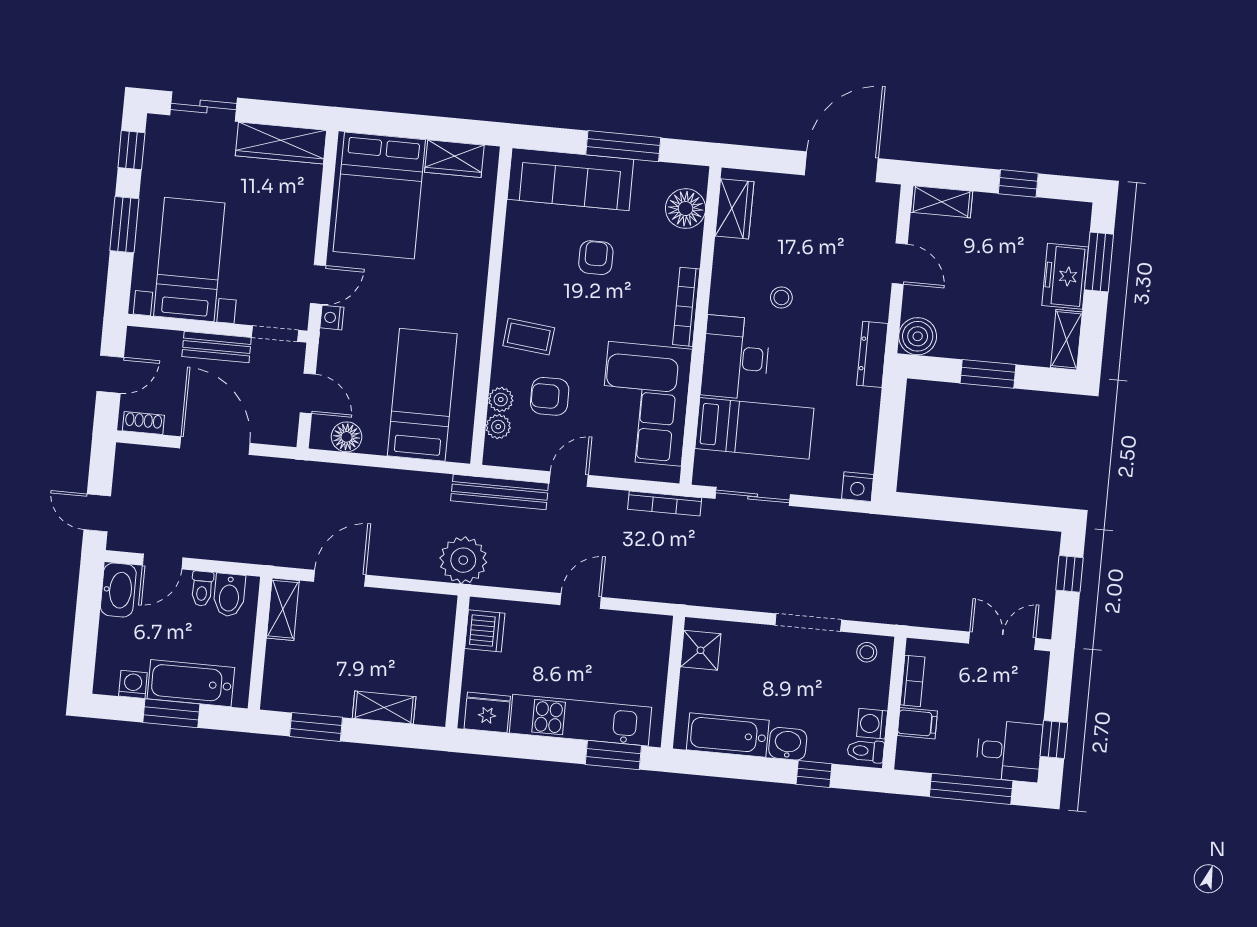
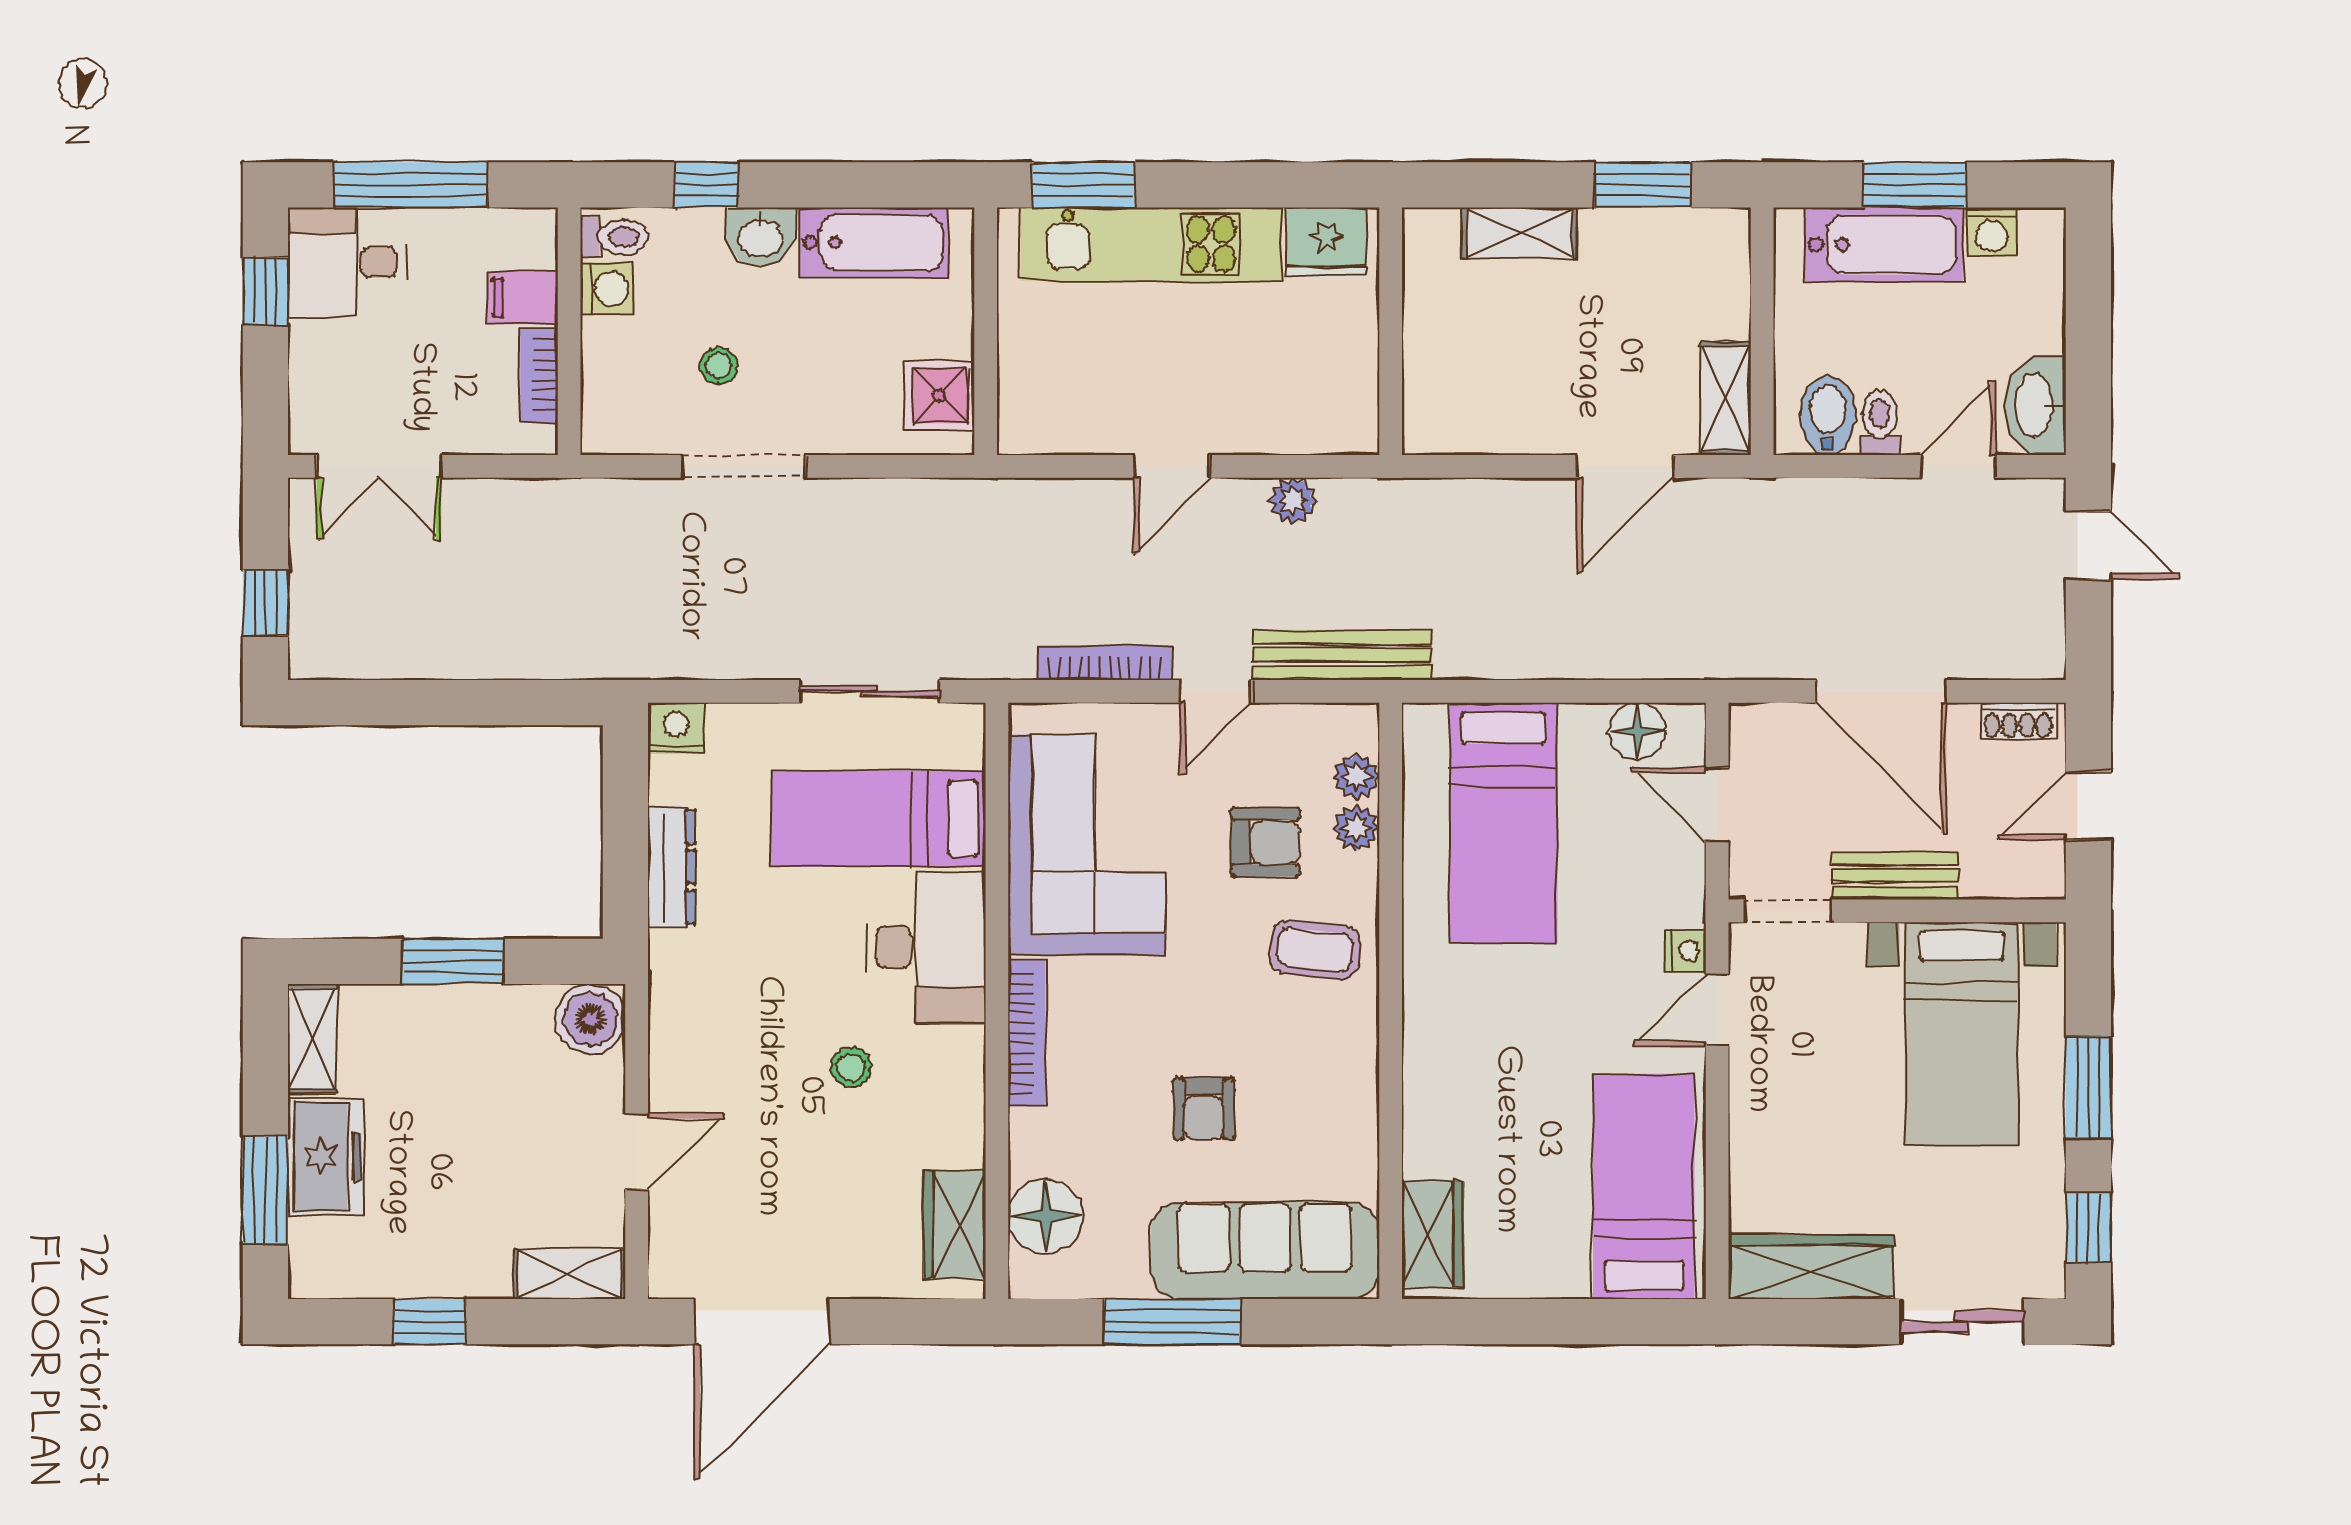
wardrobe: (454, 159) -> (1433, 1234), moved, turned 90
bed: (379, 196) -> (1644, 1186), width x0.67
door: (900, 264) -> (637, 1151), swing flipped
dresser: (872, 354) -> (672, 867), moved
bookcase: (665, 504) -> (1105, 663), moved
plant: (463, 560) -> (1293, 501), moved, width x0.53, depth x0.53
dishwasher: (485, 631) -> (1345, 394), removed
stool: (867, 652) -> (719, 366), moved

